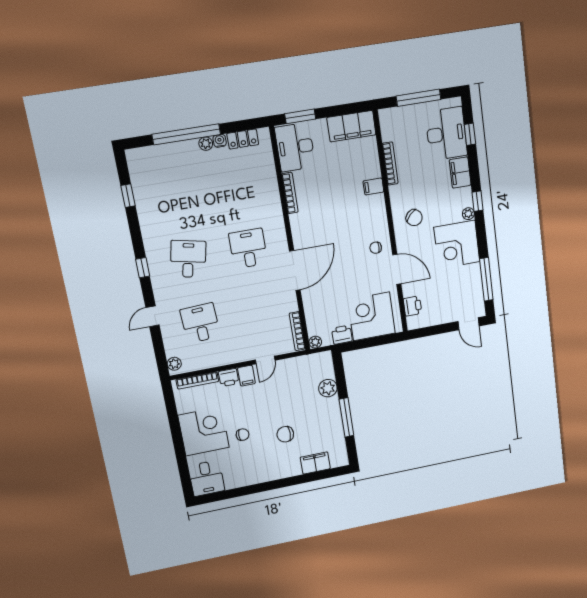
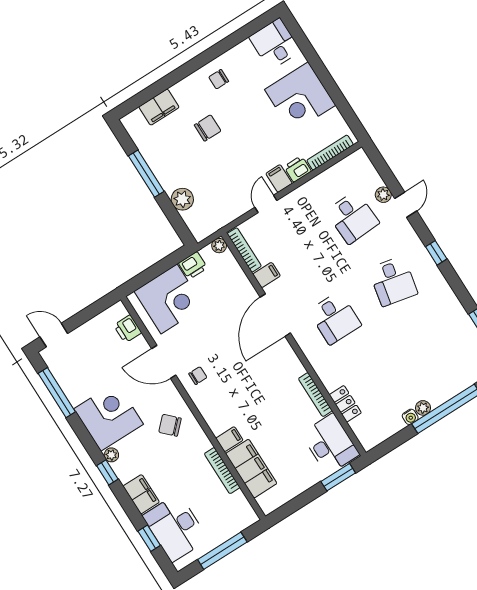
filing cabinet: (351, 126) -> (251, 469), moved, turned 90
locker: (243, 139) -> (345, 404), moved, turned 90
filing cabinet: (288, 305) -> (267, 275), added
plant: (174, 364) -> (383, 195), moved
chair: (243, 435) -> (219, 79), moved

